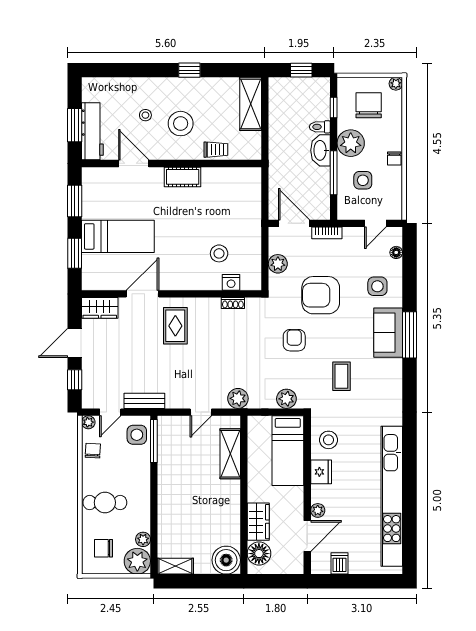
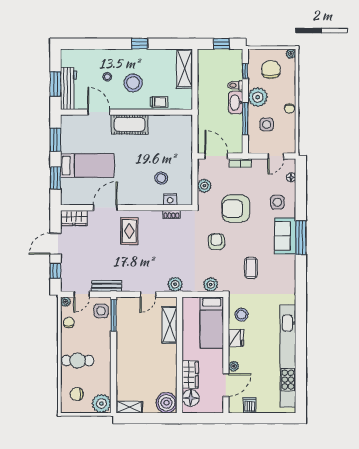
cot: (183, 177) -> (130, 124), width x1.37, depth x1.34
plant: (143, 539) -> (106, 388), removed

